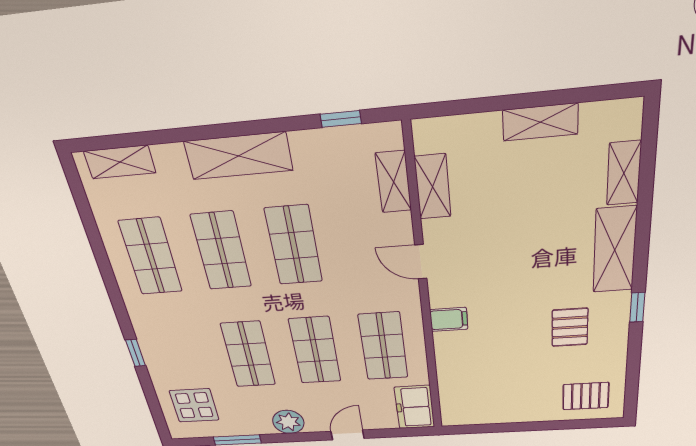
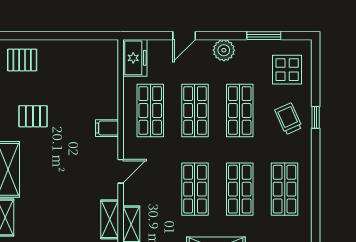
door: (421, 262) -> (121, 171), hinge flipped
pallet: (570, 327) -> (33, 116), turned 90
trolley: (174, 349) -> (289, 119), added

